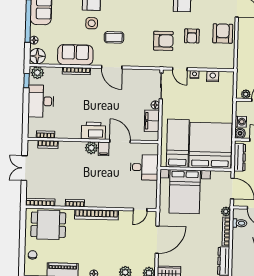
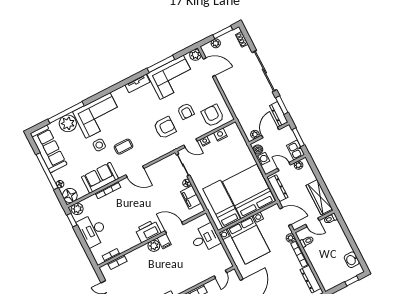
armchair: (223, 33) -> (213, 116), moved
boiler: (240, 133) -> (258, 150), moved

